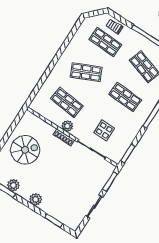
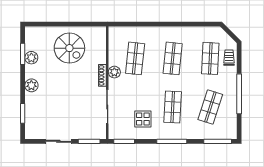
shop shelf: (86, 72) -> (173, 58), turned 30
display table: (104, 130) -> (143, 119), moved

